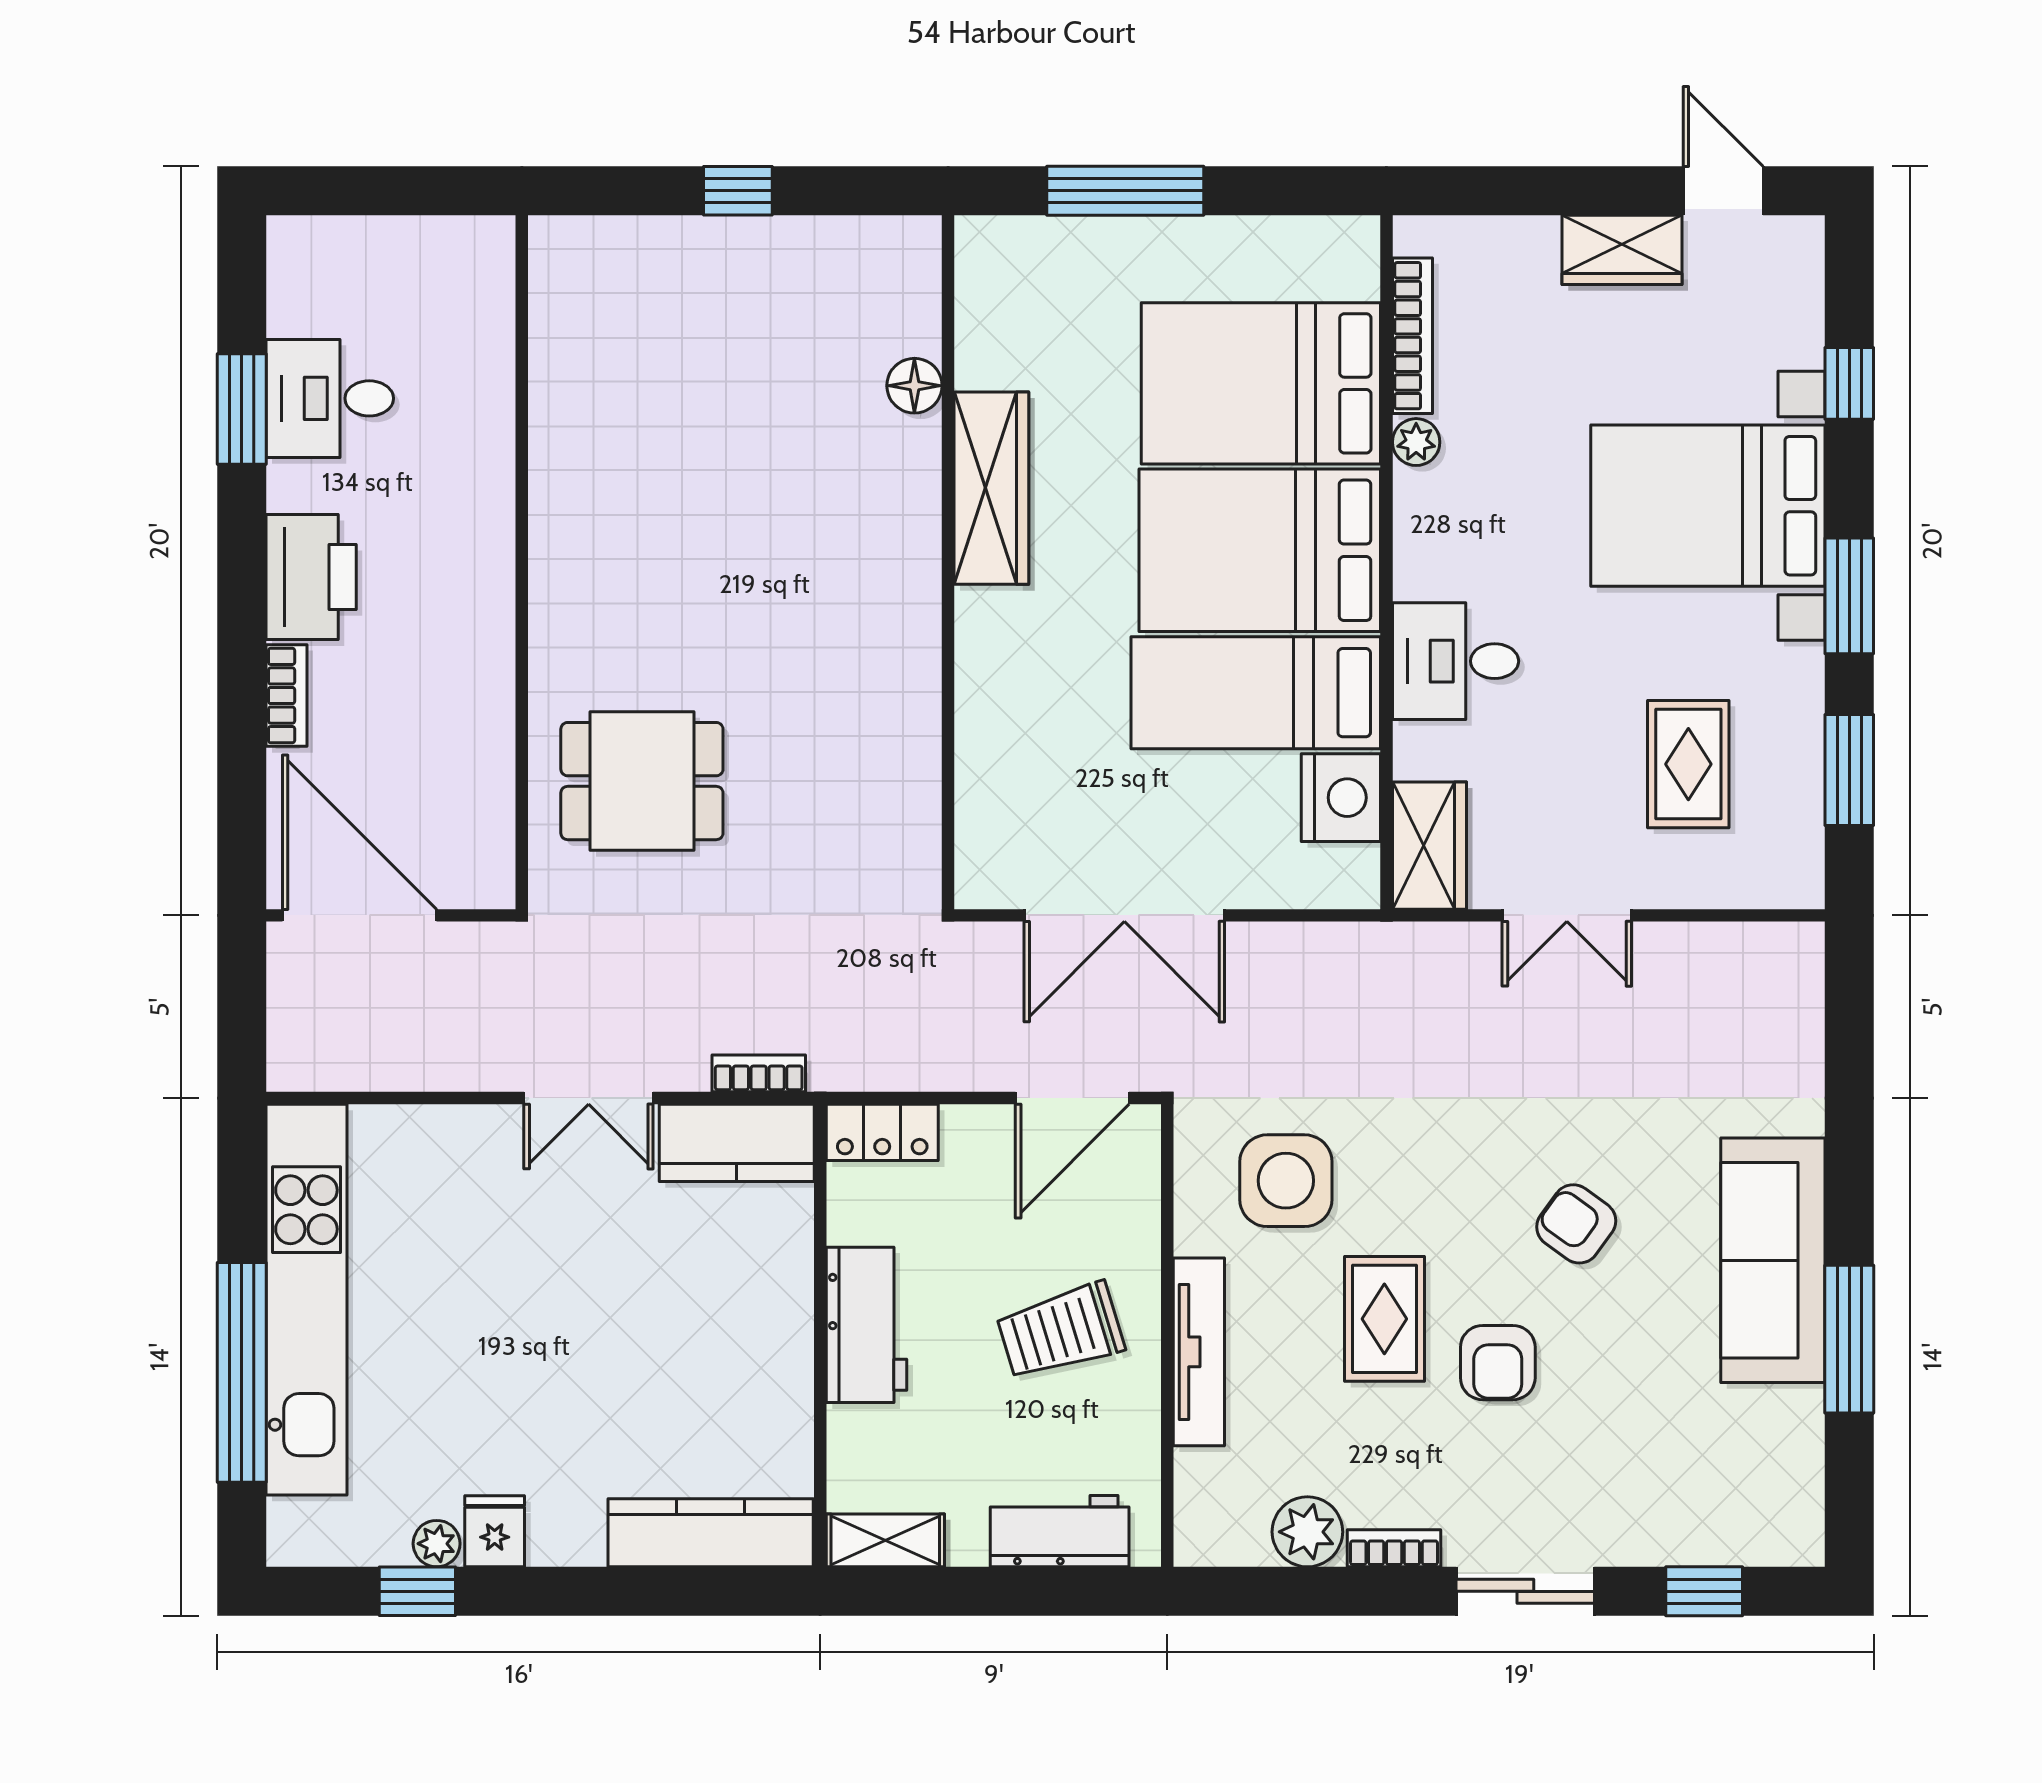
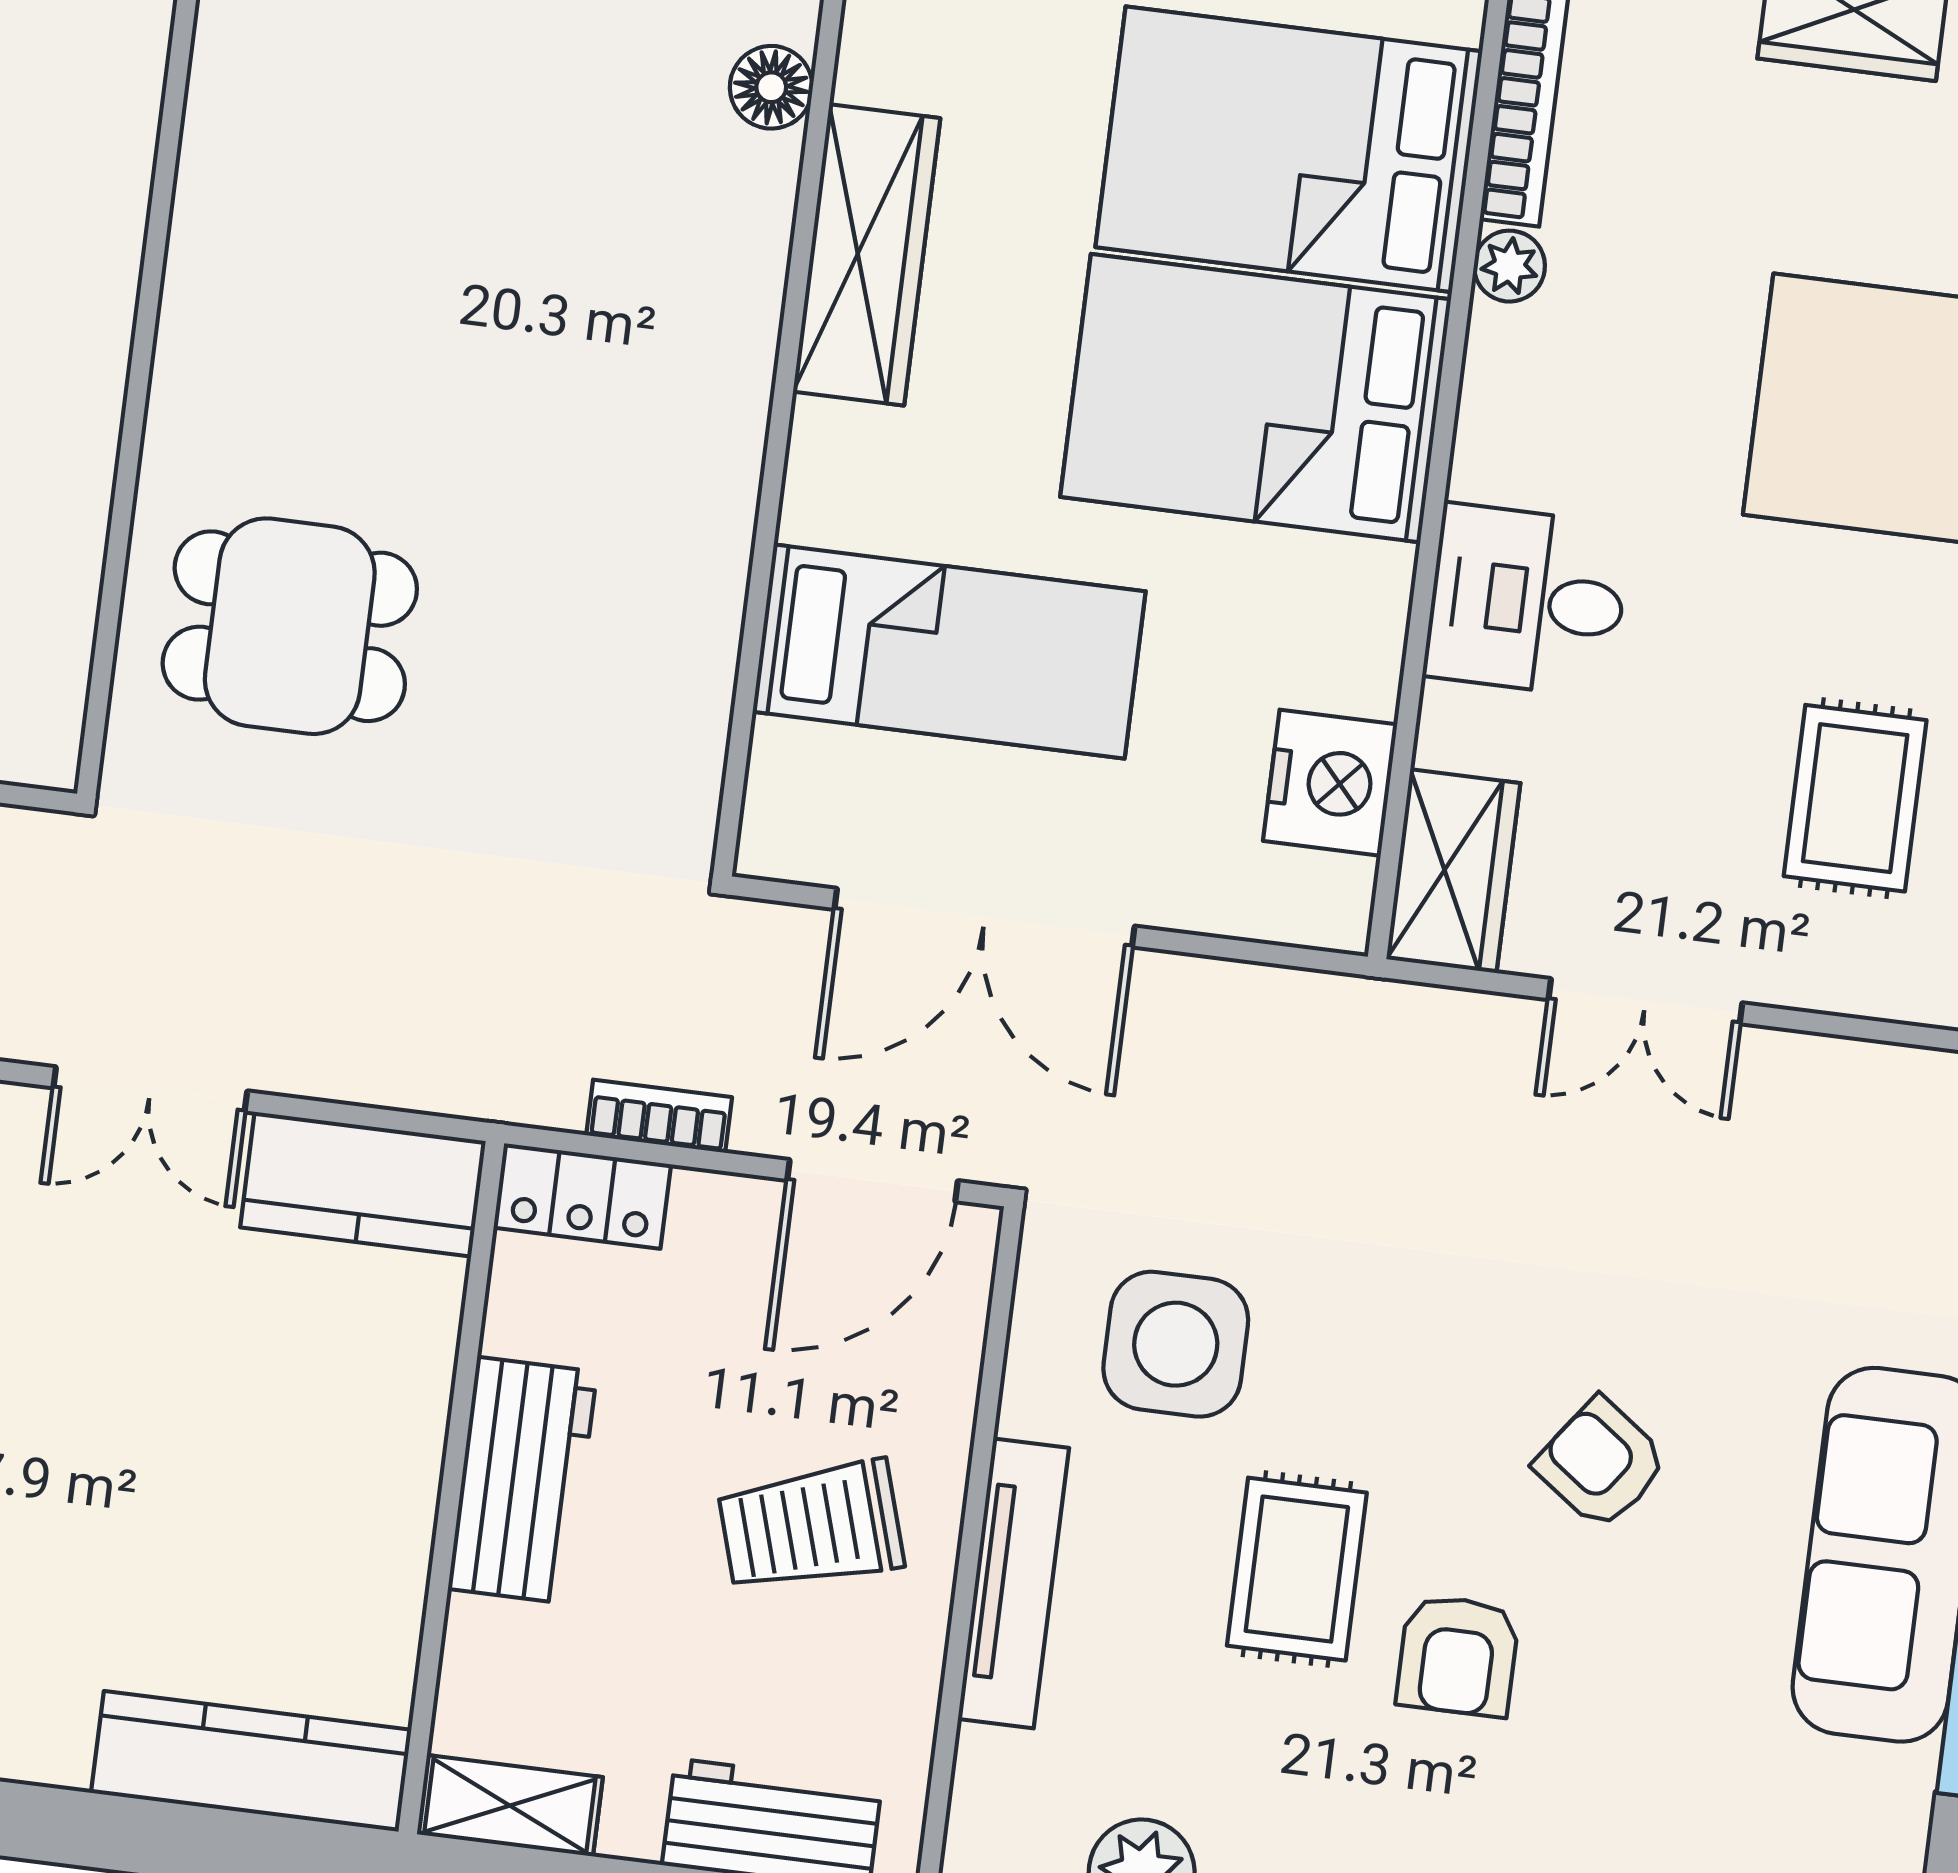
bed: (1256, 693) -> (949, 652), moved, turned 180
bookcase: (759, 1073) -> (659, 1116), moved

